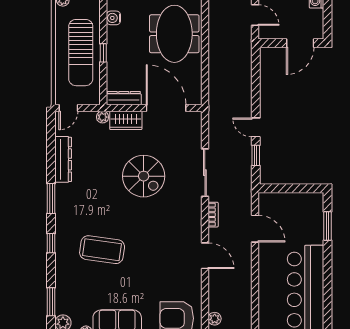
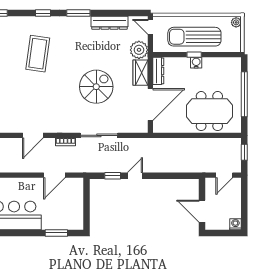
water cooler: (113, 18) -> (196, 63), moved
plant: (103, 117) -> (139, 50), width x1.87, depth x1.87
spiral stairs: (144, 176) -> (96, 87), turned 180

